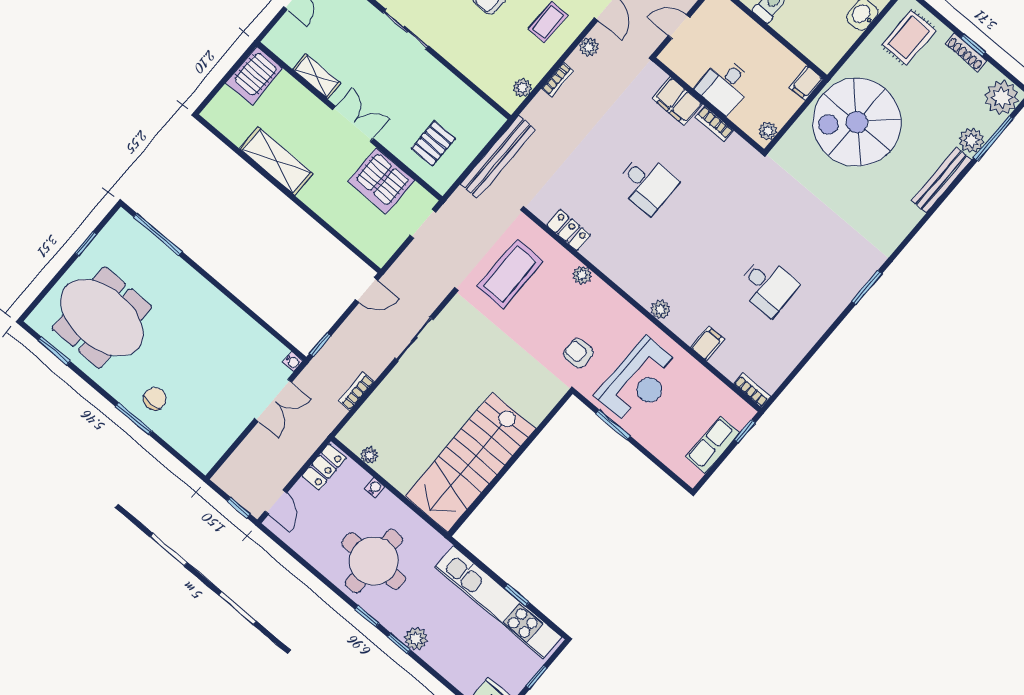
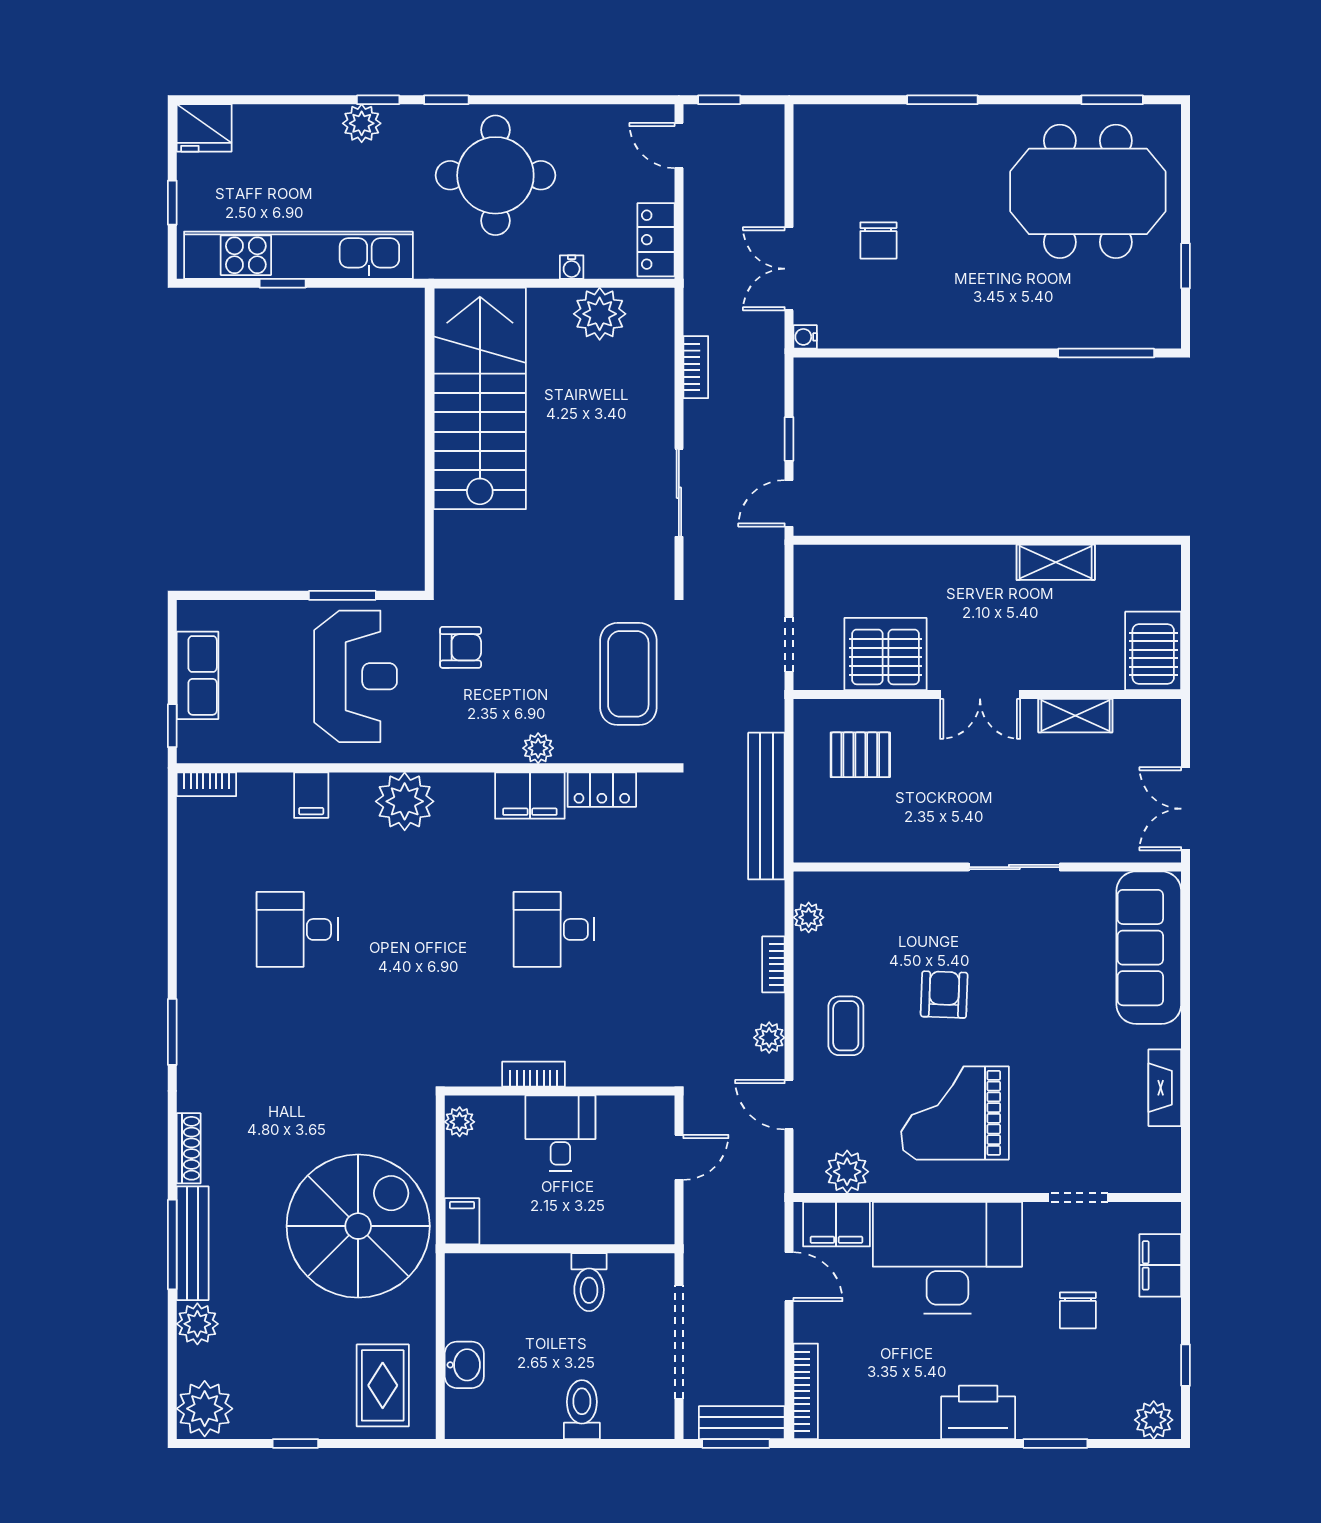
shoe rack: (966, 52) -> (189, 1148), moved, turned 90
filing cabinet: (677, 101) -> (530, 795), moved, turned 180
window: (994, 138) -> (172, 1244), moved
pallet: (433, 144) -> (860, 755), turned 90
shelving: (276, 161) -> (1056, 562), width x0.67, depth x0.75
plant: (660, 310) -> (405, 801), width x1.88, depth x1.88
window: (320, 345) -> (789, 439), moved
reception desk: (639, 381) -> (356, 676), turned 180
chair: (155, 399) -> (878, 240), moved
plant: (369, 455) -> (600, 314), width x1.88, depth x1.88

